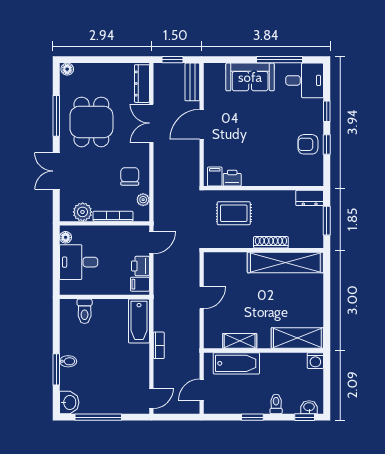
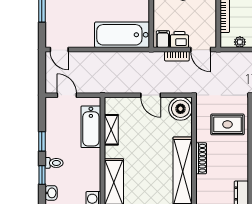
rug: (234, 213) -> (227, 124), turned 90
boiler: (217, 265) -> (180, 109), added
bathtub: (139, 321) -> (122, 35), width x1.36, depth x1.36
bookcase: (159, 345) -> (177, 56), moved
window: (305, 417) -> (42, 175), moved

